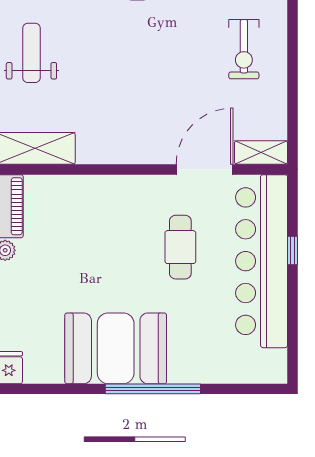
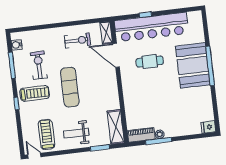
exercise bike: (244, 49) -> (78, 40), moved
exercise mat: (142, 51) -> (70, 87), added
booth: (116, 348) -> (193, 65), moved

